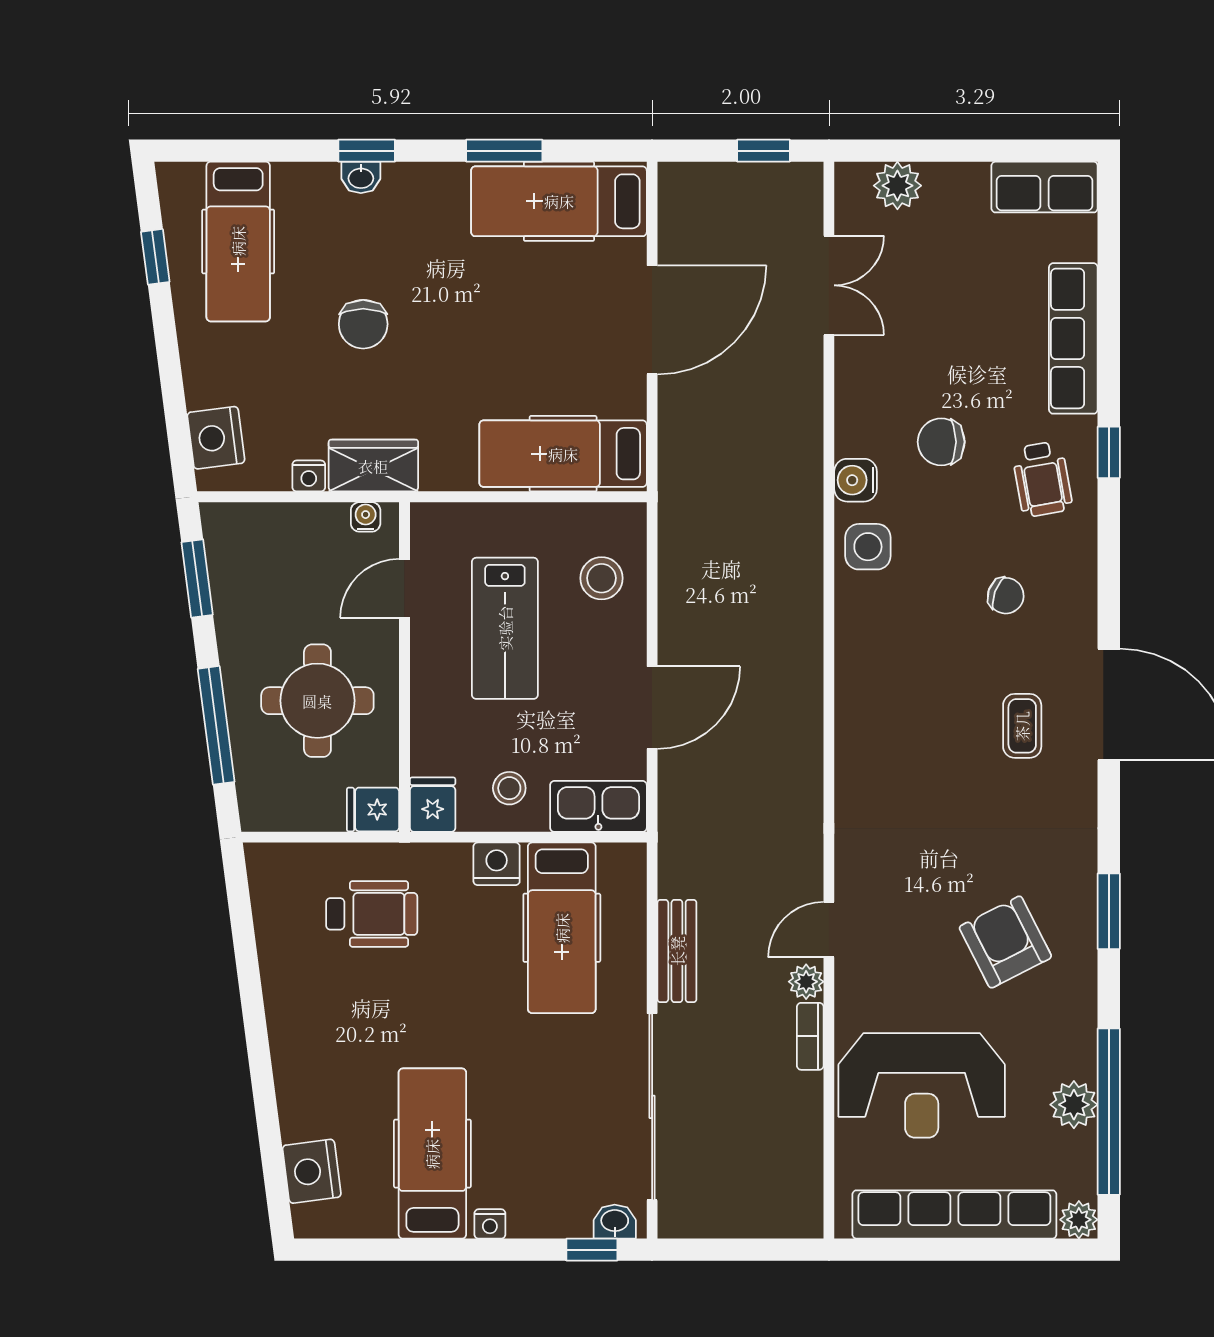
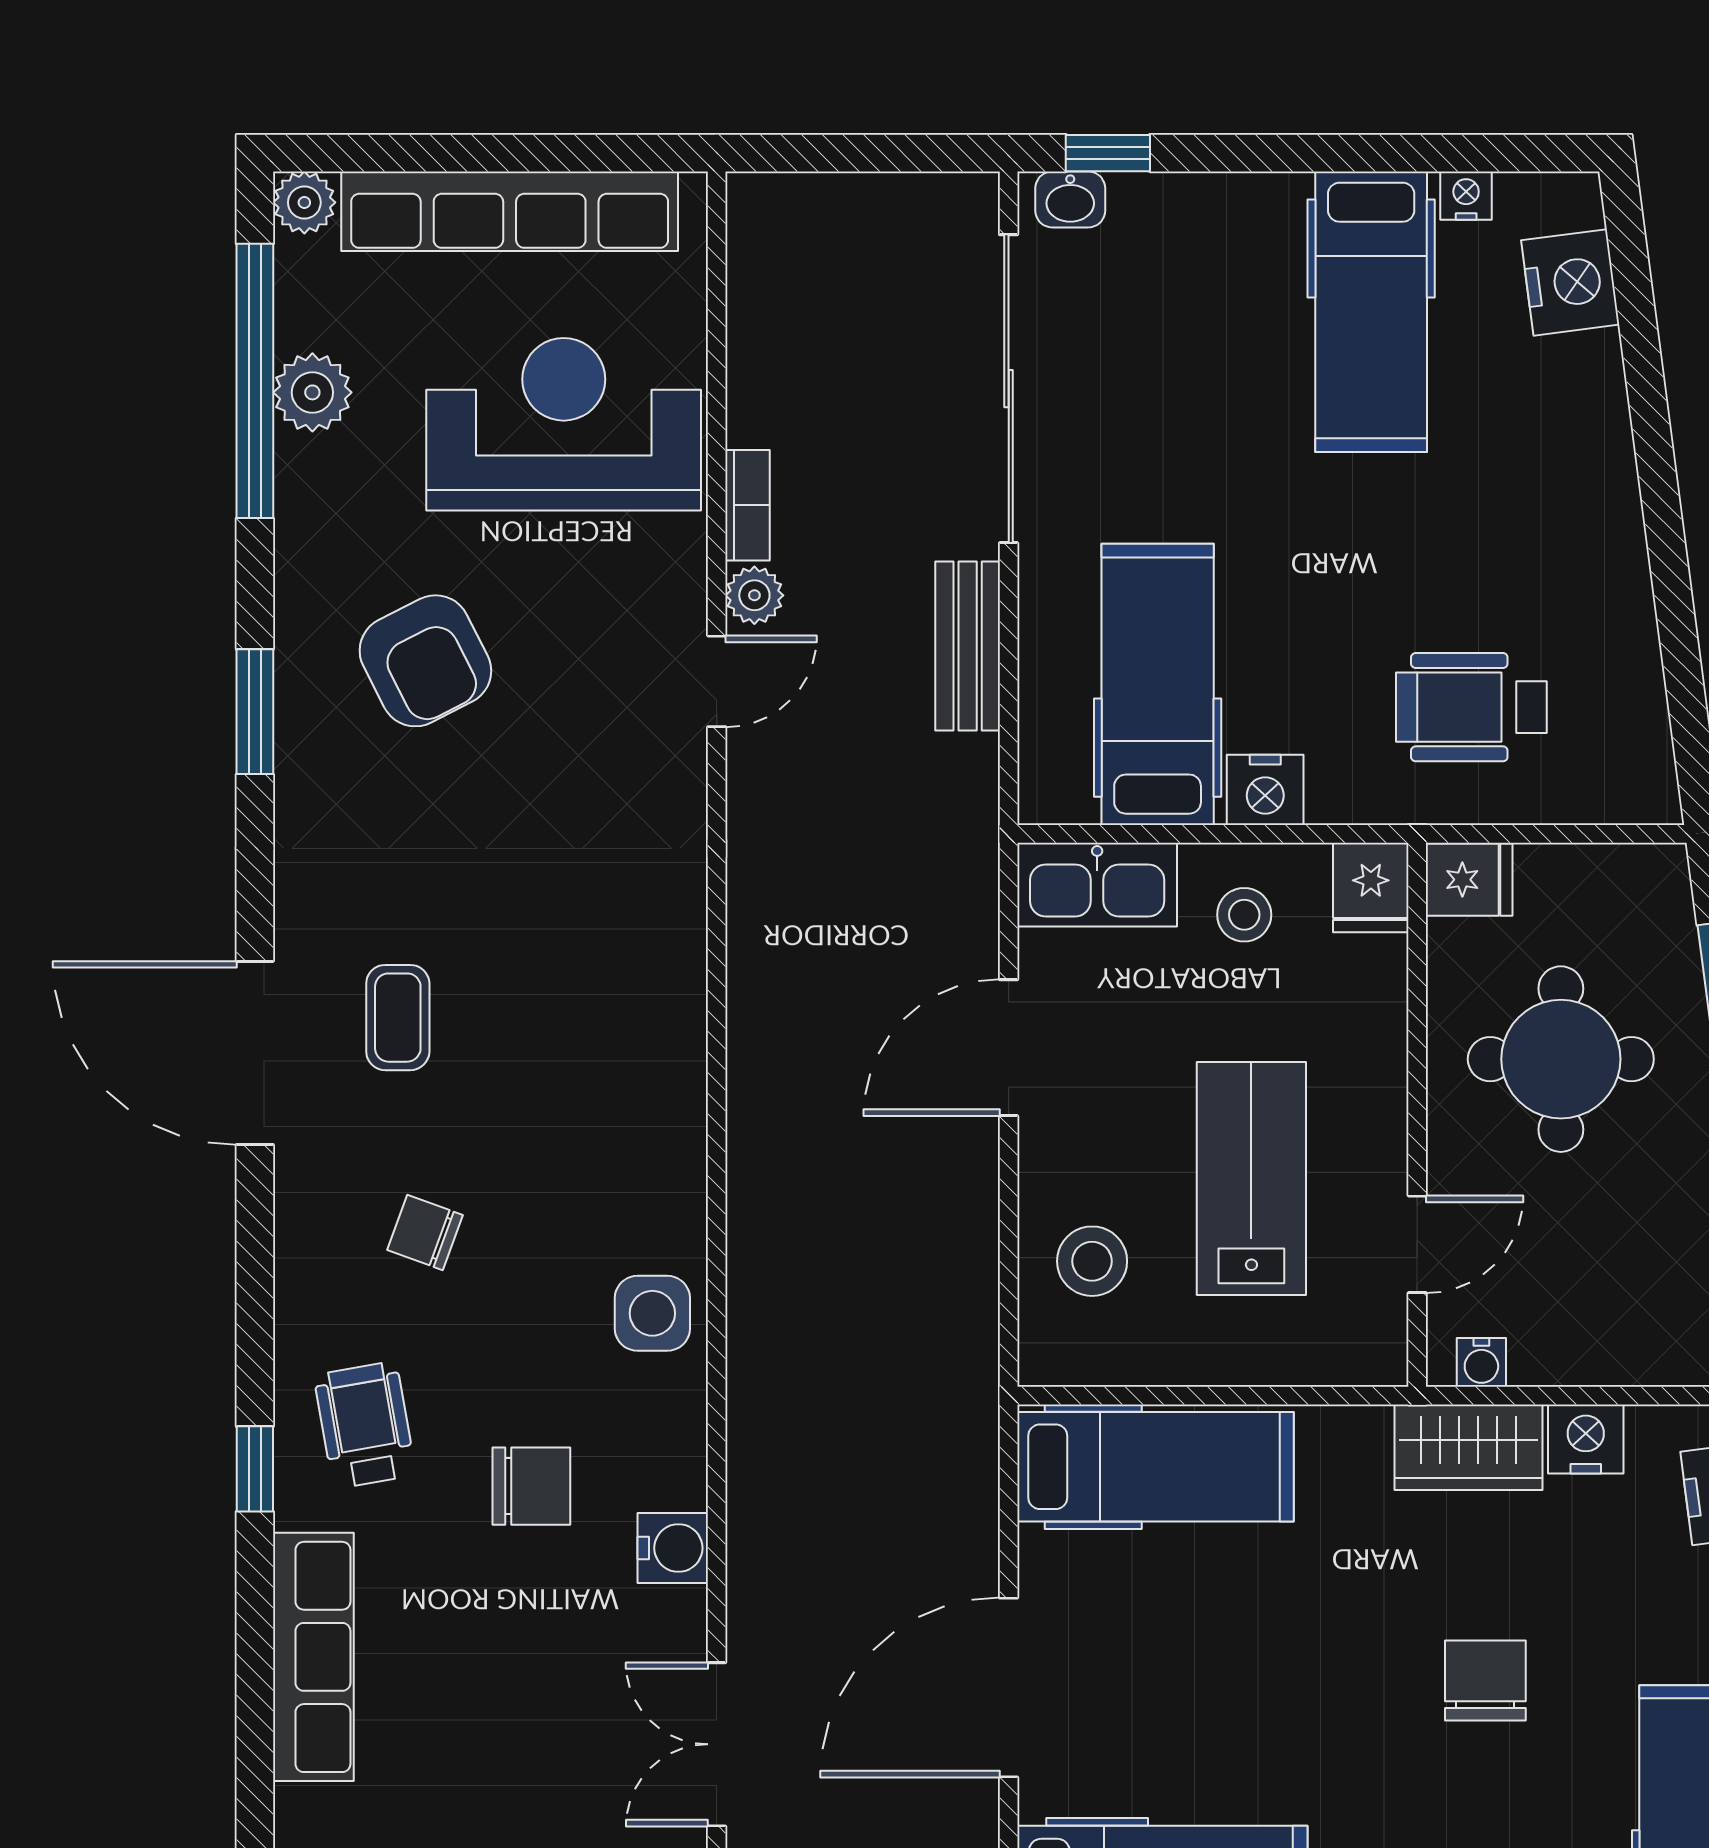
nightstand: (309, 476) -> (1586, 1439), width x1.39, depth x1.35
water cooler: (856, 480) -> (673, 1548), moved
nightstand: (490, 1224) -> (1466, 196), moved

